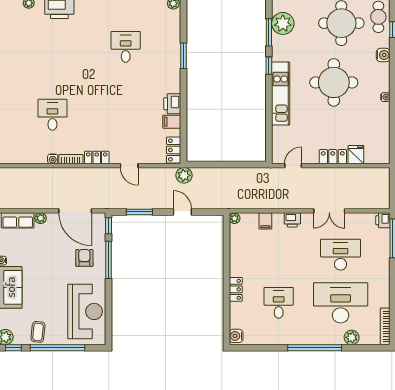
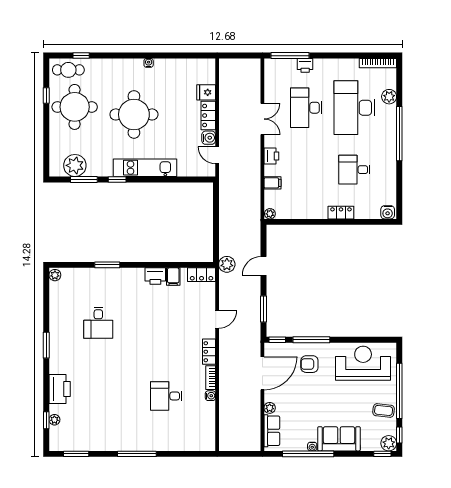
desk: (126, 47) -> (98, 323), turned -90
water cooler: (383, 55) -> (209, 138), moved, turned 90
printer: (383, 220) -> (305, 65), moved

